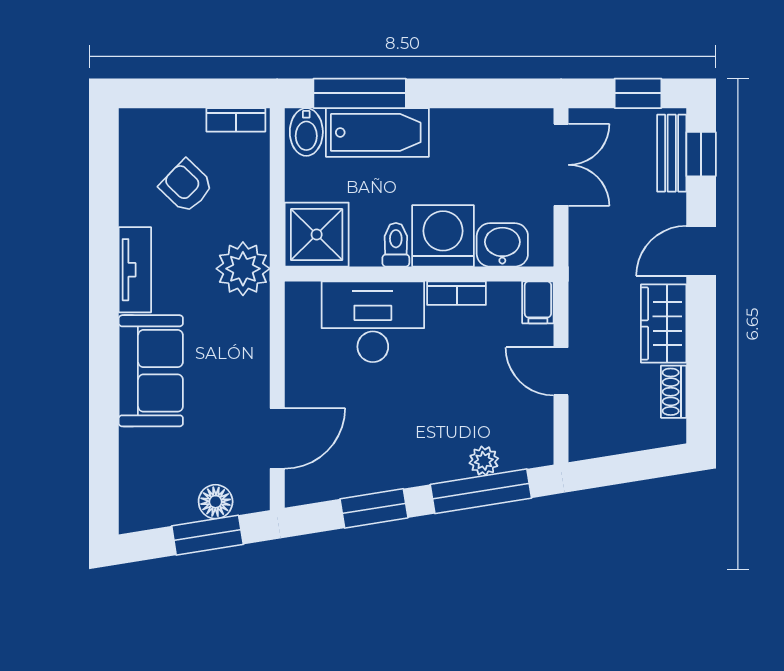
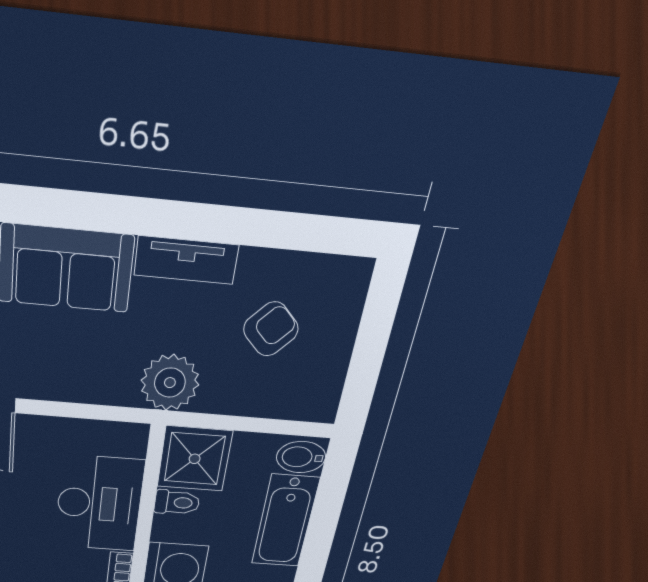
window: (360, 93) -> (327, 509), removed
bookcase: (236, 120) -> (331, 389), removed
toilet: (396, 245) -> (177, 502), moved

